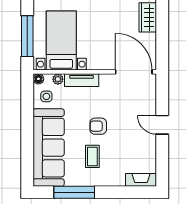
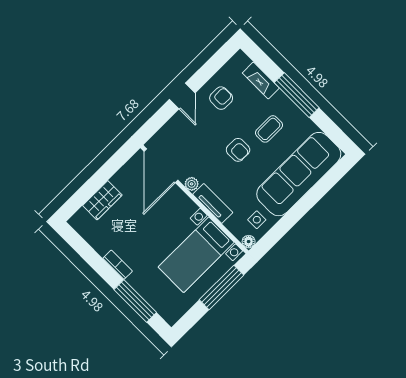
plant: (58, 79) -> (192, 184), moved
armchair: (138, 146) -> (221, 98), added
fireplace: (141, 180) -> (261, 81), moved
window: (74, 192) -> (297, 95), moved

